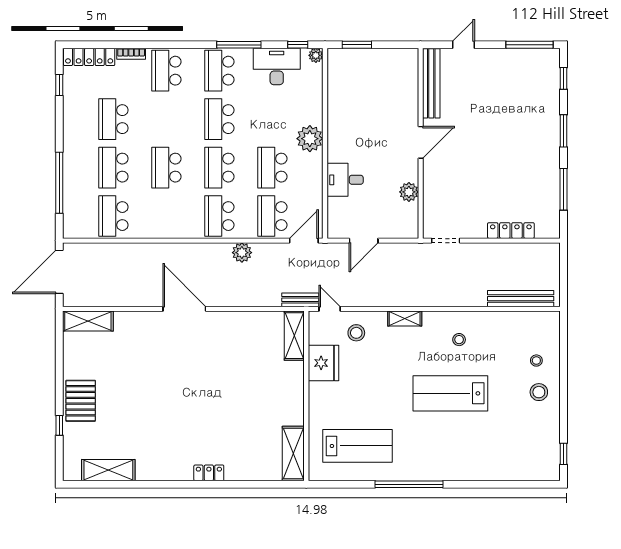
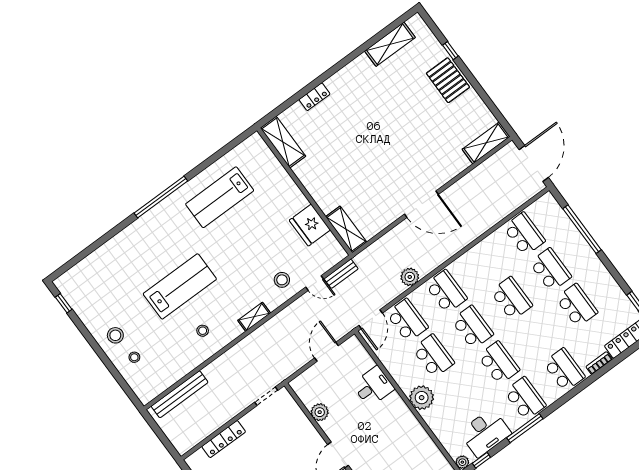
shelving: (294, 336) -> (346, 229), moved
fridge: (323, 363) -> (310, 225), moved
wall: (306, 396) -> (305, 192), moved
shelving: (293, 453) -> (283, 142), moved

